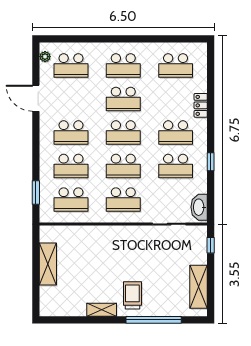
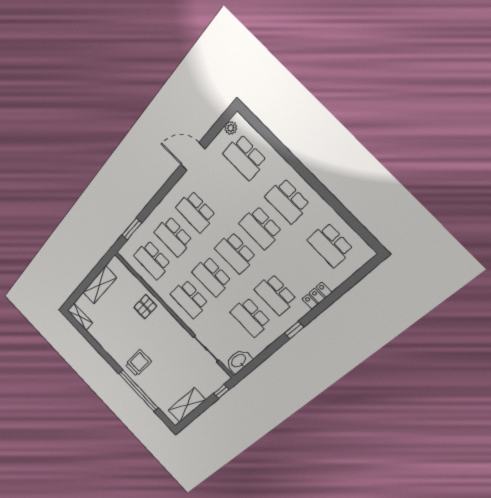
door: (36, 98) -> (193, 157), hinge flipped
window: (211, 162) -> (294, 330), moved
pallet: (97, 242) -> (145, 307), added
shelving: (102, 310) -> (80, 317), moved

